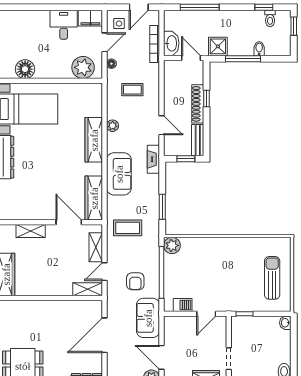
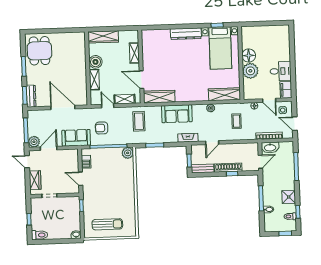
shower: (218, 46) -> (289, 197), moved
plant: (83, 67) -> (250, 71), moved
floor lamp: (25, 69) -> (249, 56), moved
wardrobe: (94, 140) -> (224, 94), moved
door: (69, 222) -> (142, 80), swing flipped
boiler: (41, 287) -> (95, 62), added
shelving: (88, 289) -> (94, 80), moved

